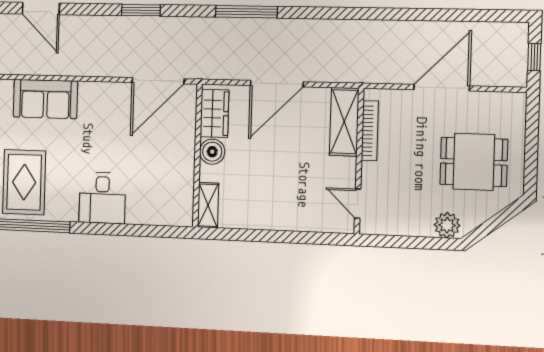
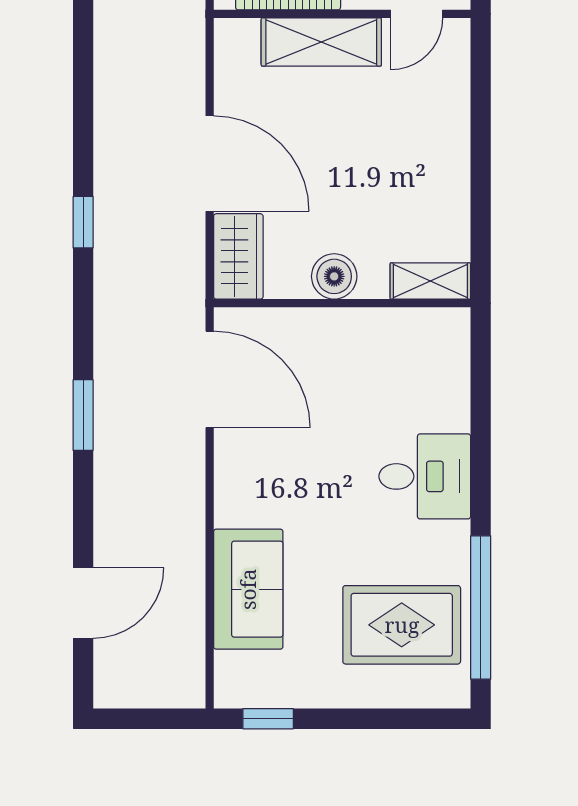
window: (246, 12) -> (83, 222), width x0.46
wardrobe: (215, 113) -> (238, 256), moved, turned 90
shelving: (344, 122) -> (321, 42), moved

